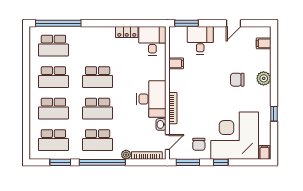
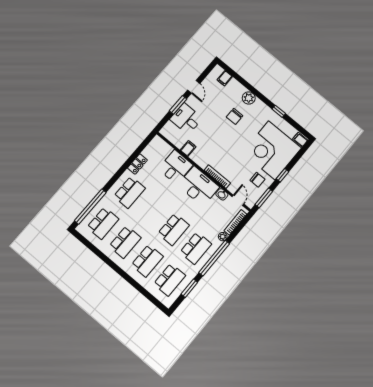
window: (187, 23) -> (178, 105), moved
desk: (152, 41) -> (176, 167), moved, turned 90
school desk: (98, 77) -> (129, 192), moved

